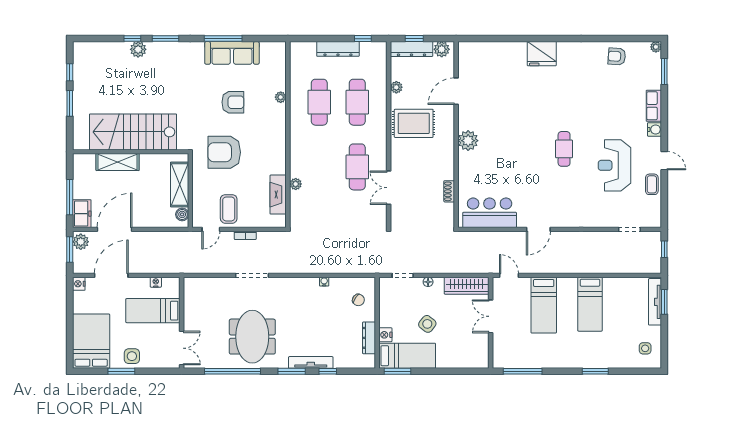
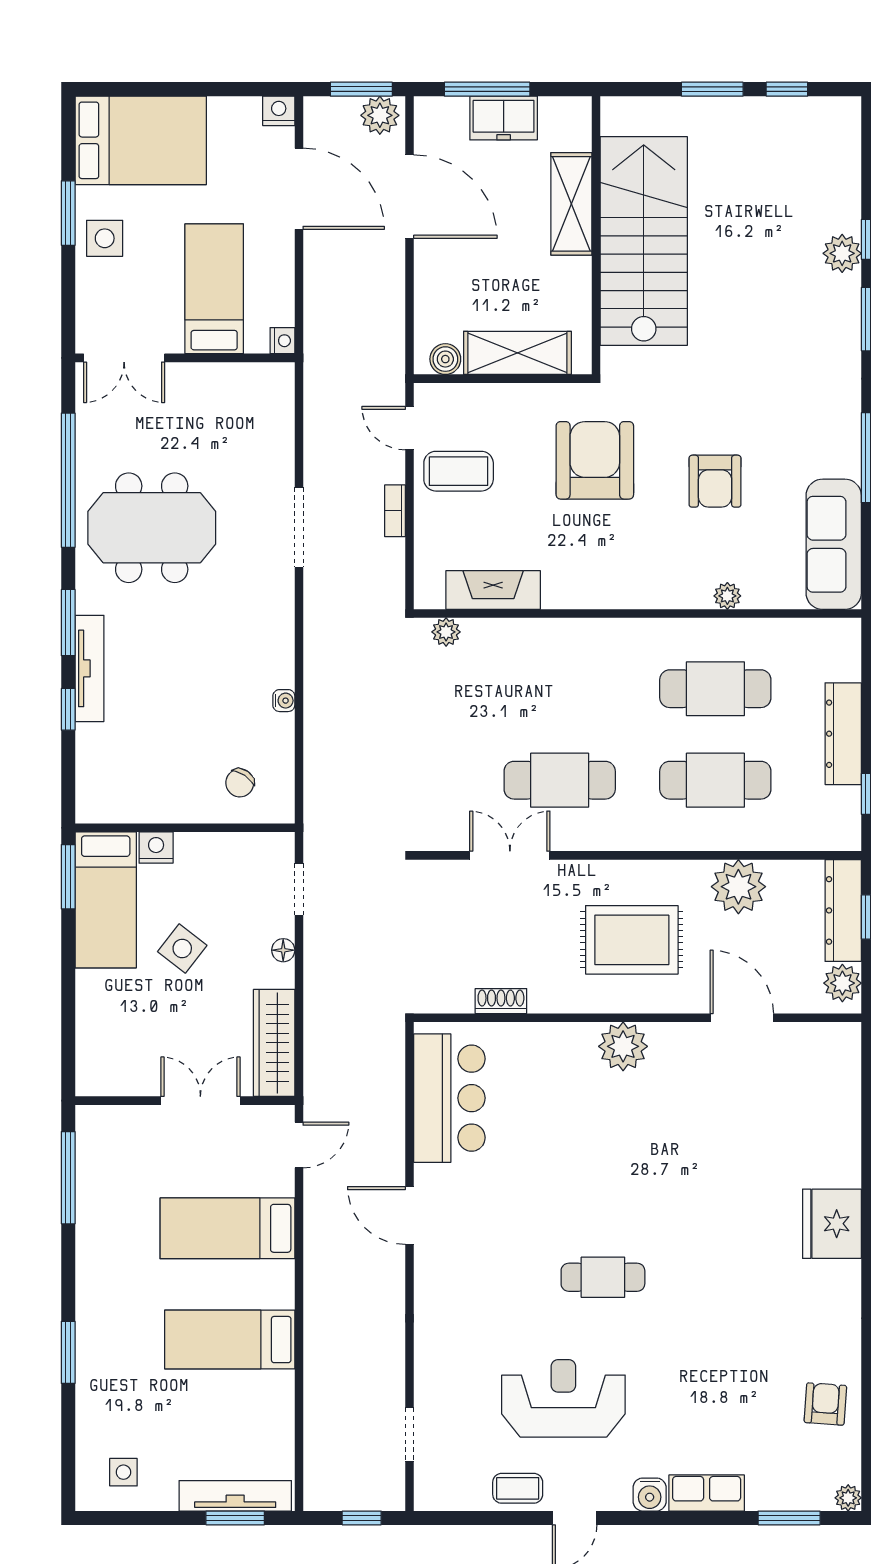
sofa: (232, 53) -> (834, 544), moved
plant: (396, 87) -> (738, 887), width x1.87, depth x1.87
rug: (414, 123) -> (632, 940), moved, turned 90
plant: (296, 184) -> (446, 632), moved
freezer: (82, 214) -> (504, 118), moved
nightstand: (156, 282) -> (282, 341), moved
dresser: (369, 338) -> (149, 808), removed

